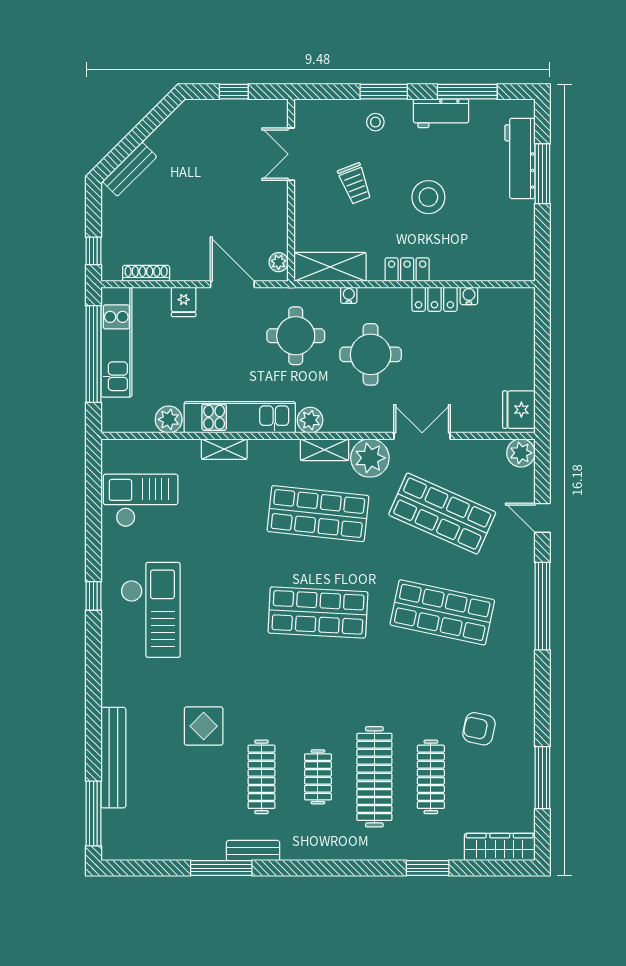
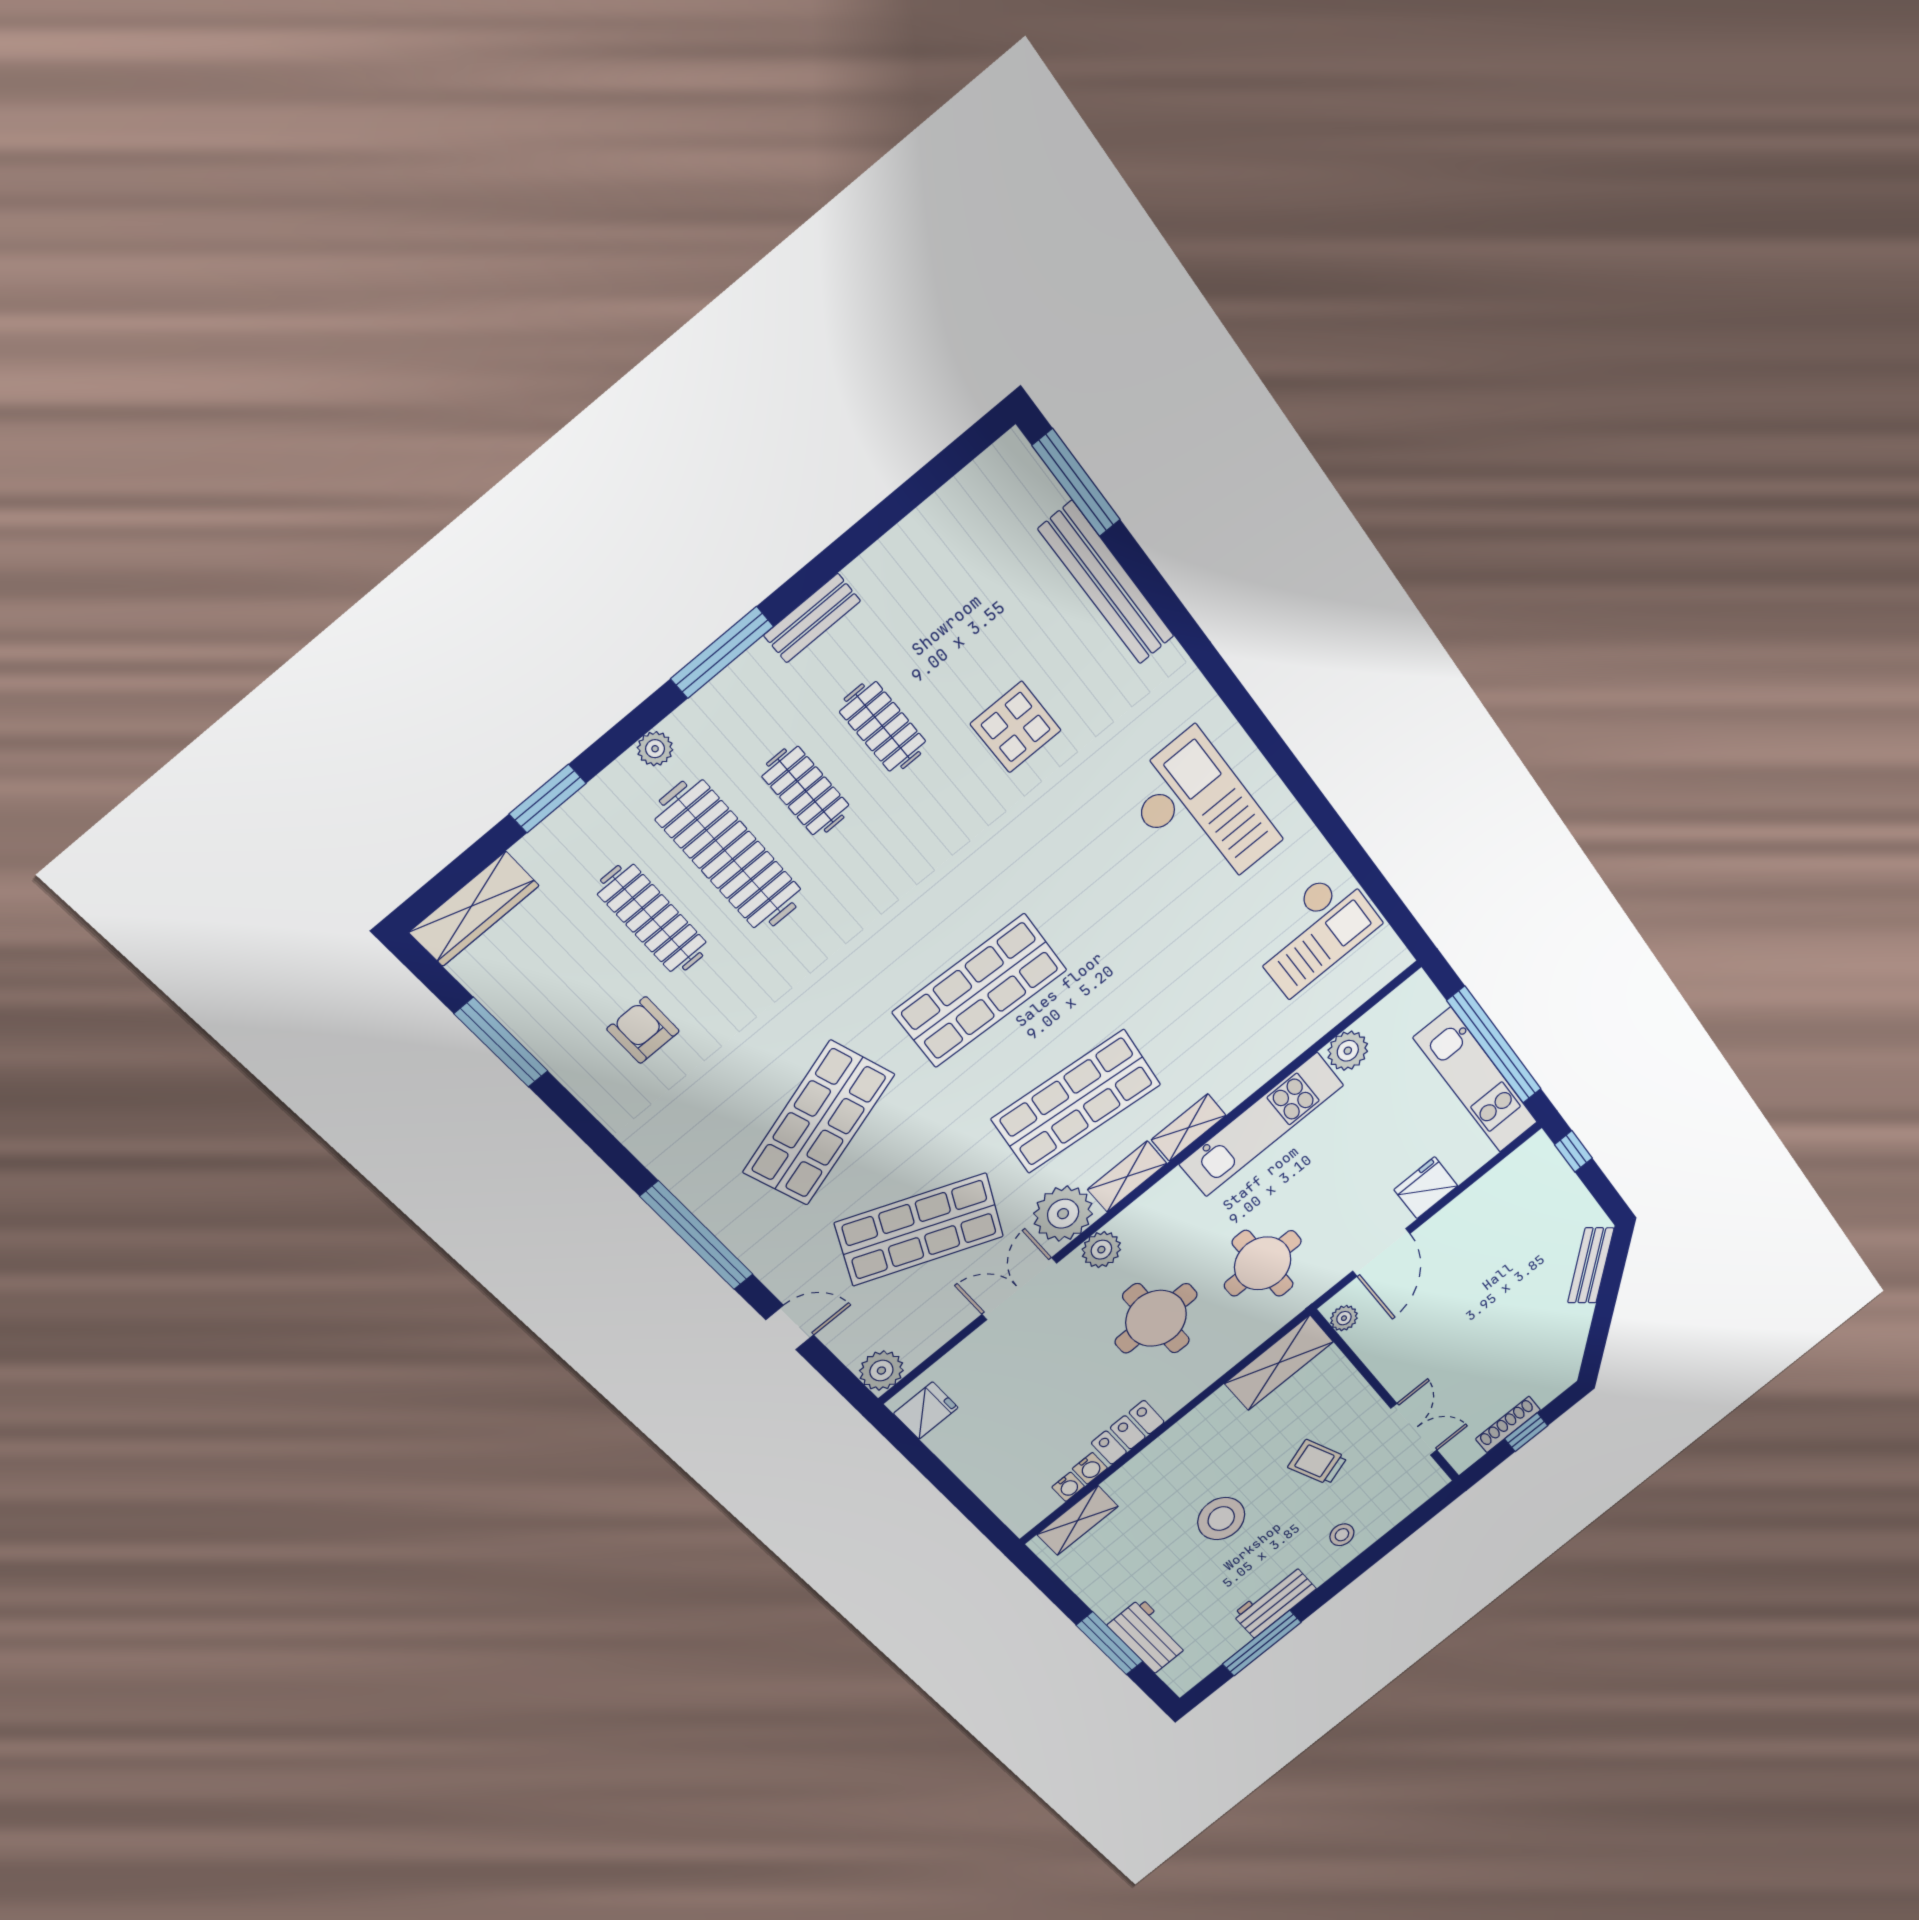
window: (384, 92) -> (1356, 1568), removed
workbench: (520, 158) -> (1148, 1636), width x0.73
locker: (407, 270) -> (1186, 1434), removed
shelving: (499, 270) -> (1078, 1520), added
shoe rack: (146, 273) -> (1508, 1424), moved, turned 180
door: (232, 284) -> (1381, 1252), hinge flipped
water cooler: (349, 295) -> (1068, 1487), moved
fridge: (184, 302) -> (1426, 1188), width x1.38
fridge: (519, 410) -> (926, 1410), width x0.72
plant: (310, 420) -> (1101, 1250), moved
double door: (422, 436) -> (1019, 1289), swing flipped
shelving: (224, 449) -> (1189, 1128), moved
window: (94, 596) -> (1289, 769), removed
checkout: (151, 610) -> (1201, 814), turned 180
shop shelf: (442, 612) -> (819, 1123), turned -30
armchair: (479, 729) -> (643, 1030), turned -102
clothes rail: (261, 777) -> (883, 727), width x0.73
plant: (365, 851) -> (655, 749), added
window: (221, 868) -> (722, 652), moved

